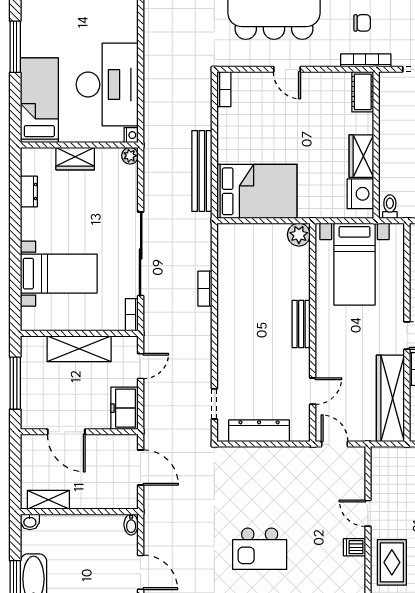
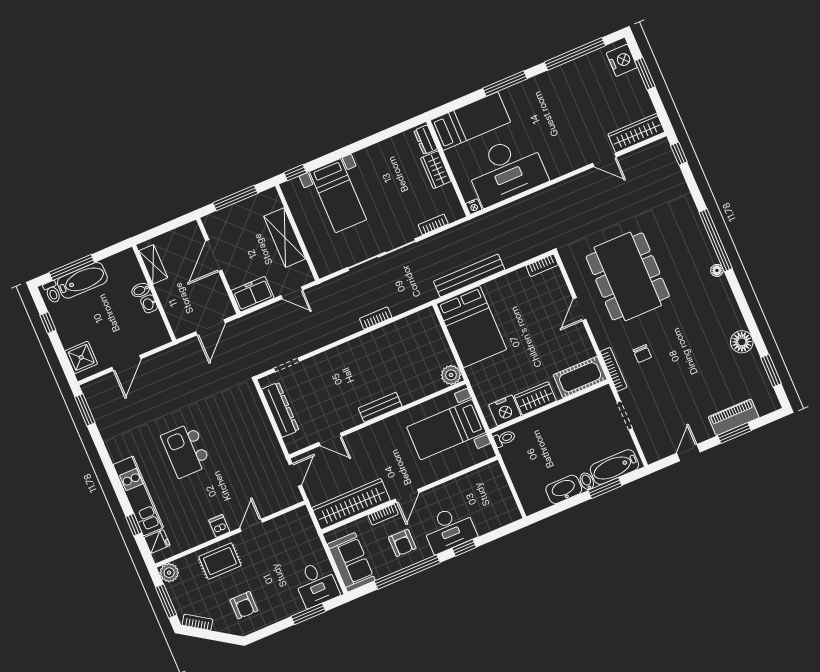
cot: (363, 92) -> (580, 377), width x1.37, depth x1.34
plant: (130, 156) -> (457, 213), removed
dresser: (29, 192) -> (426, 140), moved, turned 90
window: (15, 309) -> (295, 173), added
bookcase: (132, 315) -> (433, 224), moved
washbasin: (30, 522) -> (149, 304), moved
bidet: (131, 525) -> (141, 290), moved

